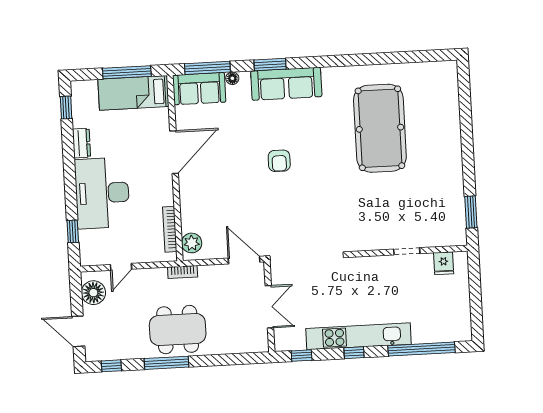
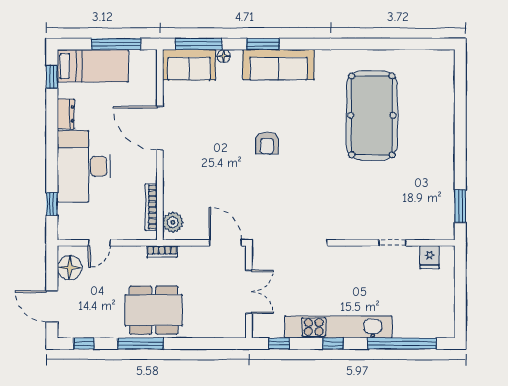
bed: (133, 93) -> (93, 66), moved, turned 180
door: (174, 152) -> (160, 128), swing flipped

